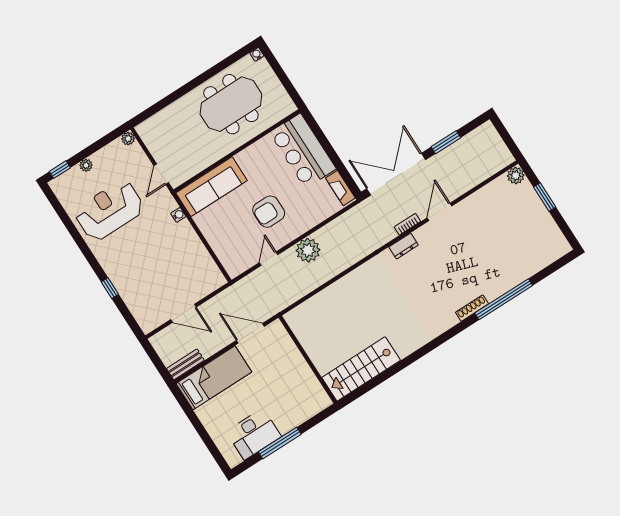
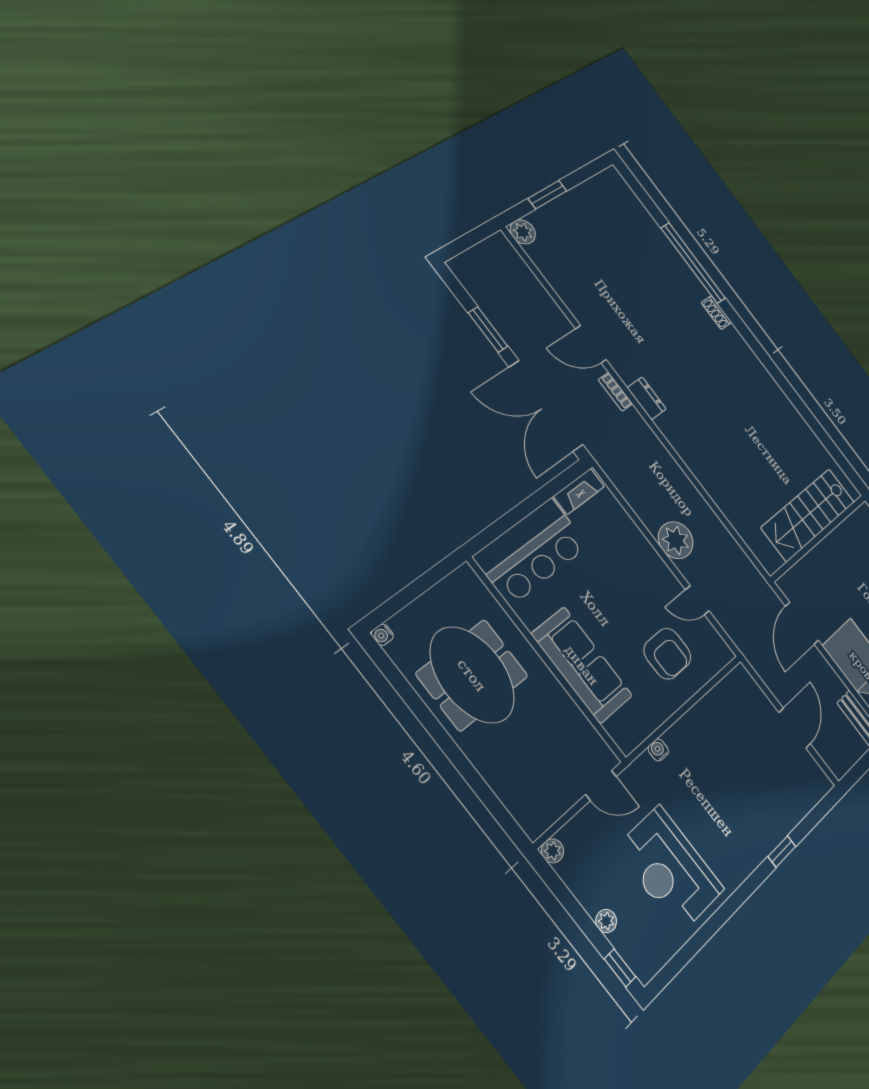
sofa: (211, 187) -> (582, 665), moved
armchair: (269, 212) -> (667, 654), moved
shoe rack: (472, 308) -> (716, 313), width x0.70
stairs: (361, 369) -> (808, 515), moved, turned 90

